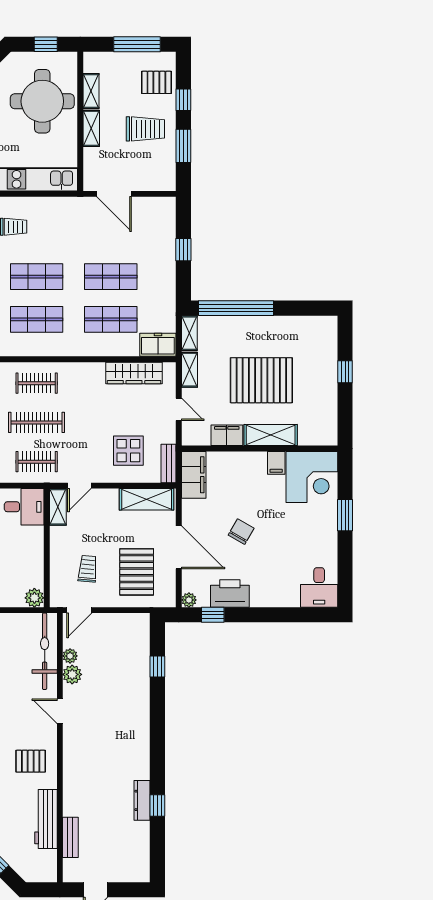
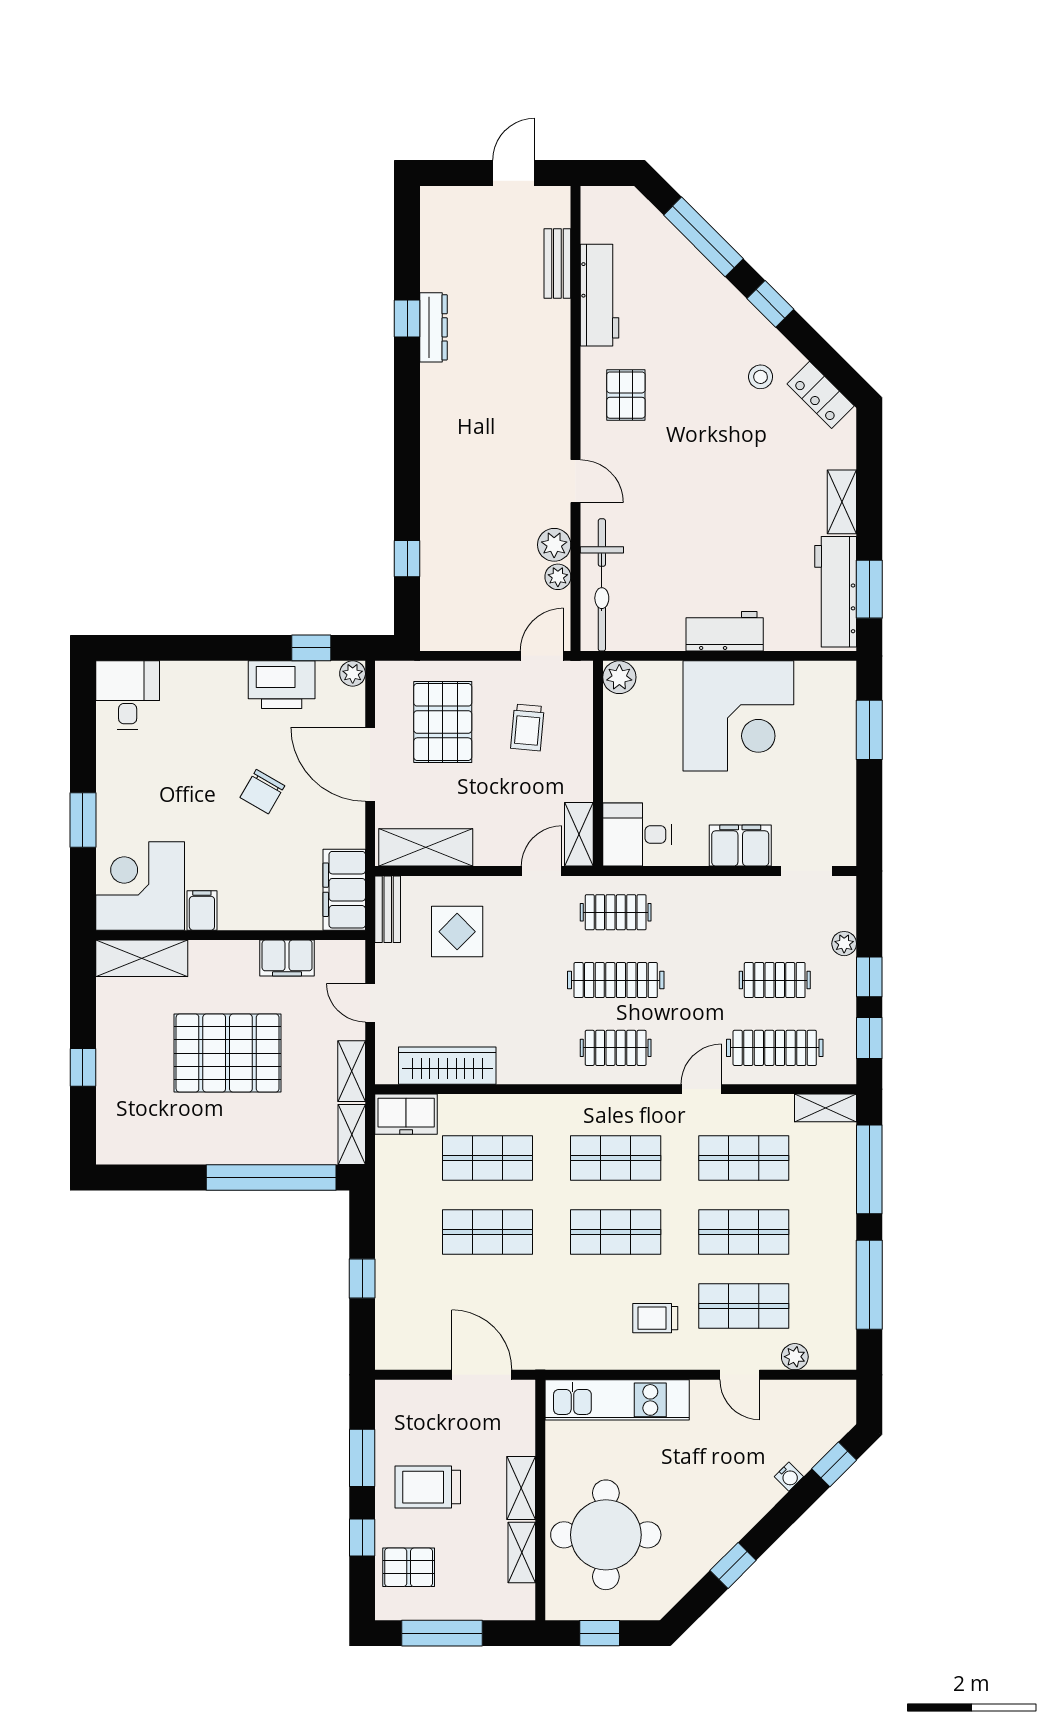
shelving: (271, 435) -> (142, 958), moved
pallet: (31, 761) -> (626, 395), turned 90

